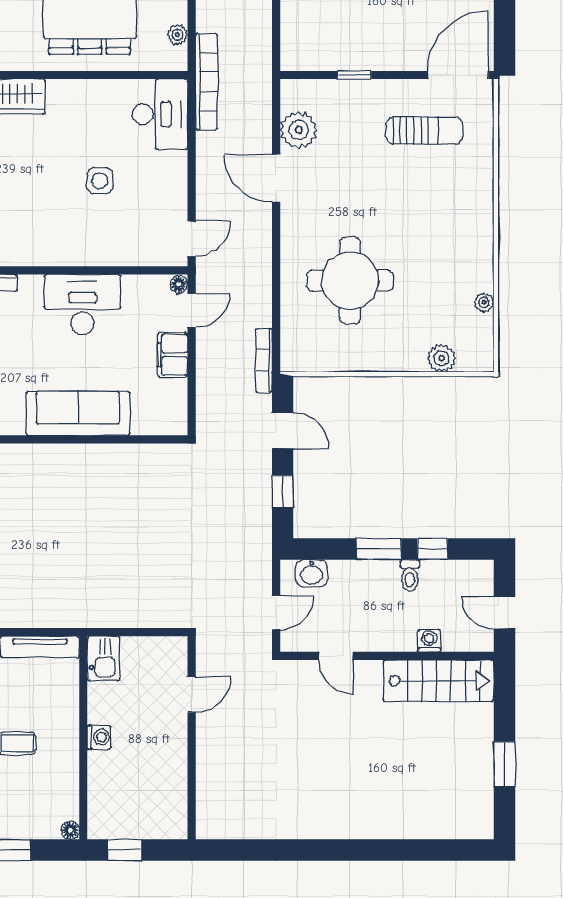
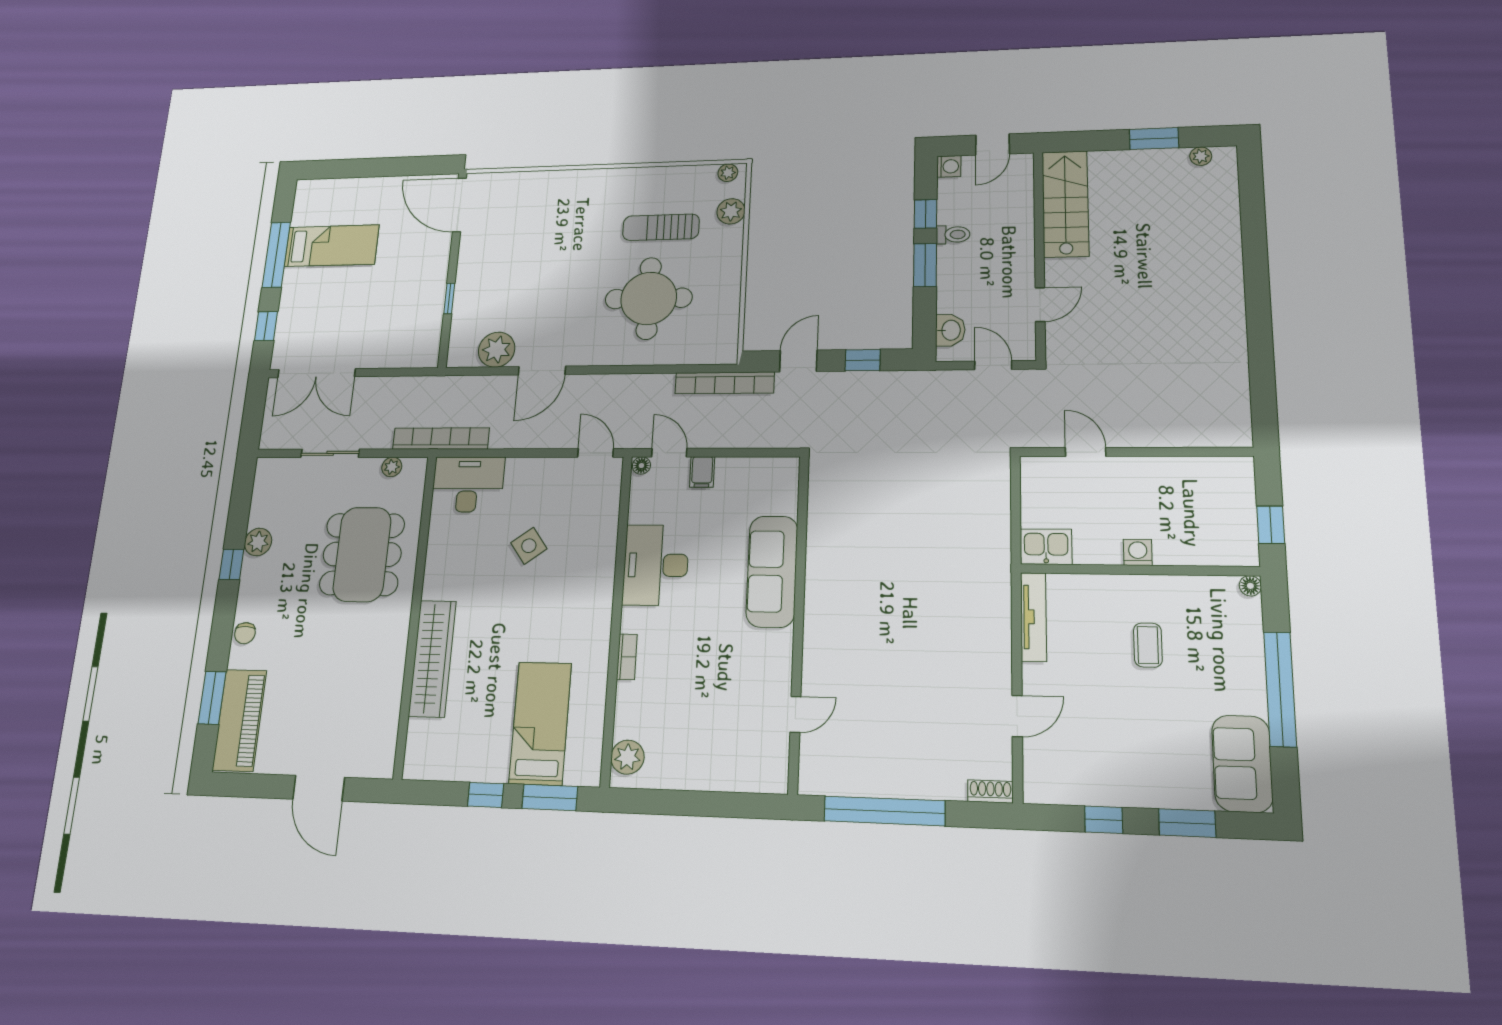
sun lounger: (424, 131) -> (661, 227), moved, turned -90
side table: (100, 181) -> (529, 546), turned -36
plant: (484, 302) -> (728, 173), moved
filing cabinet: (173, 355) -> (702, 472), width x0.50
bookcase: (264, 360) -> (725, 383), width x1.48, depth x1.31
washing machine: (429, 641) -> (949, 166), moved, turned 180
plant: (484, 806) -> (1201, 156), added

